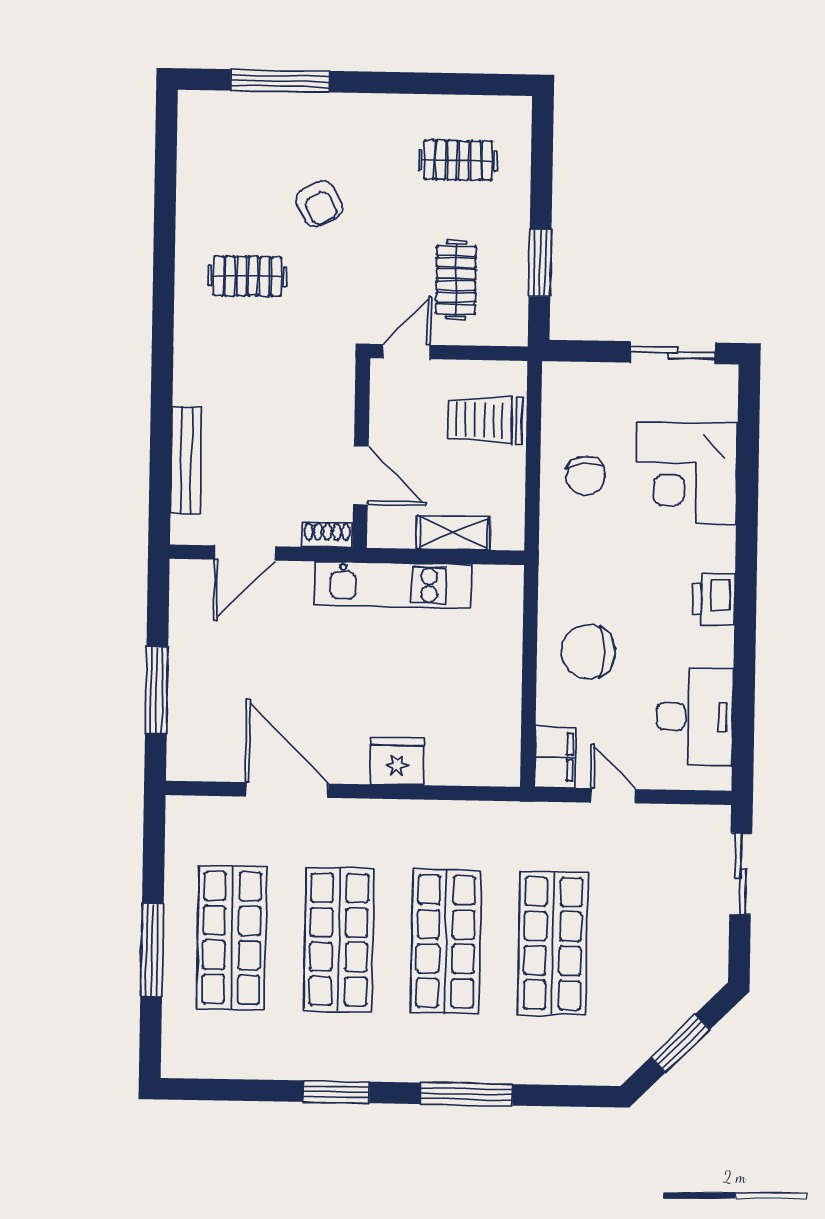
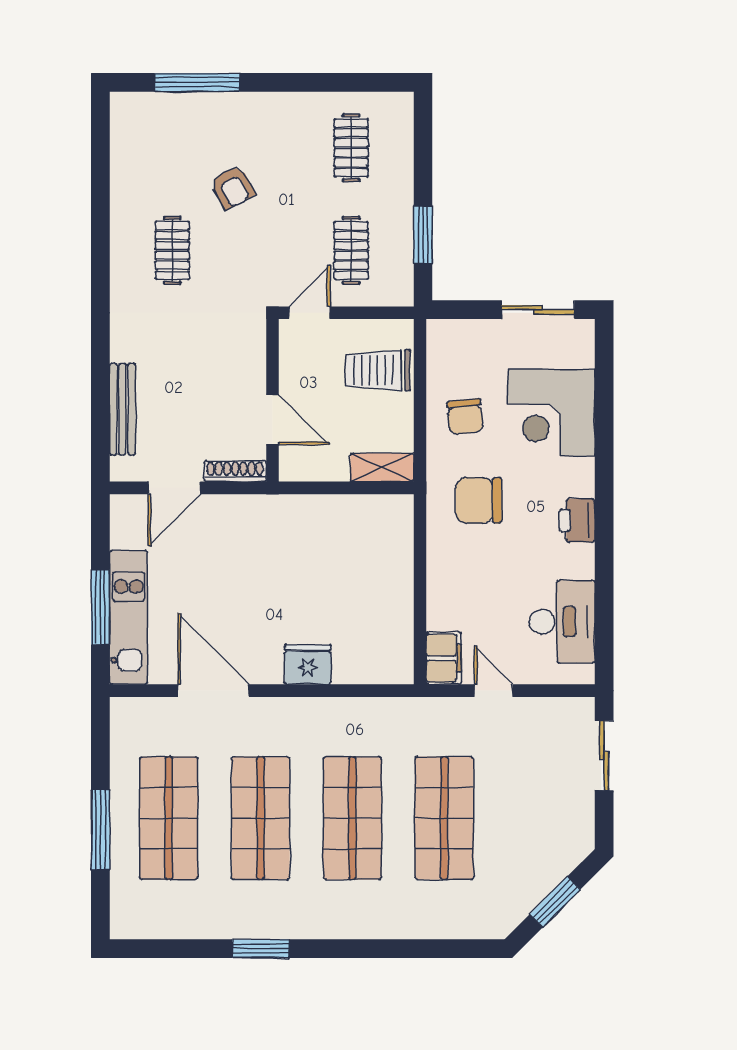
clothes rail: (458, 160) -> (351, 148), turned 90
clothes rail: (247, 276) -> (172, 250), turned 90
shelving: (453, 533) -> (382, 467), moved
shoe rack: (327, 535) -> (235, 471), width x1.43
kitchen unit: (393, 585) -> (129, 617), moved, turned -90
chair: (588, 652) -> (479, 500), moved
window: (467, 1094) -> (372, 949), removed

